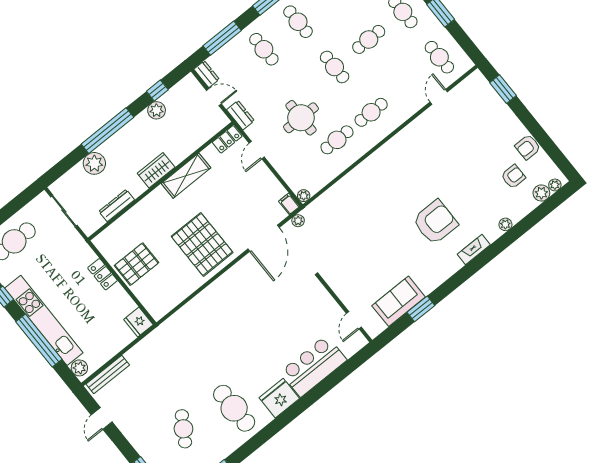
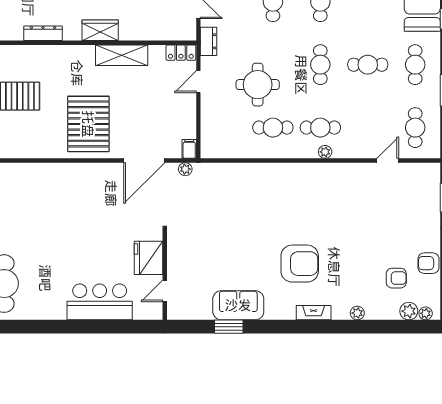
plant: (304, 196) -> (325, 152), moved
sofa: (399, 301) -> (238, 305), moved
fridge: (279, 398) -> (149, 258), moved, turned -90

